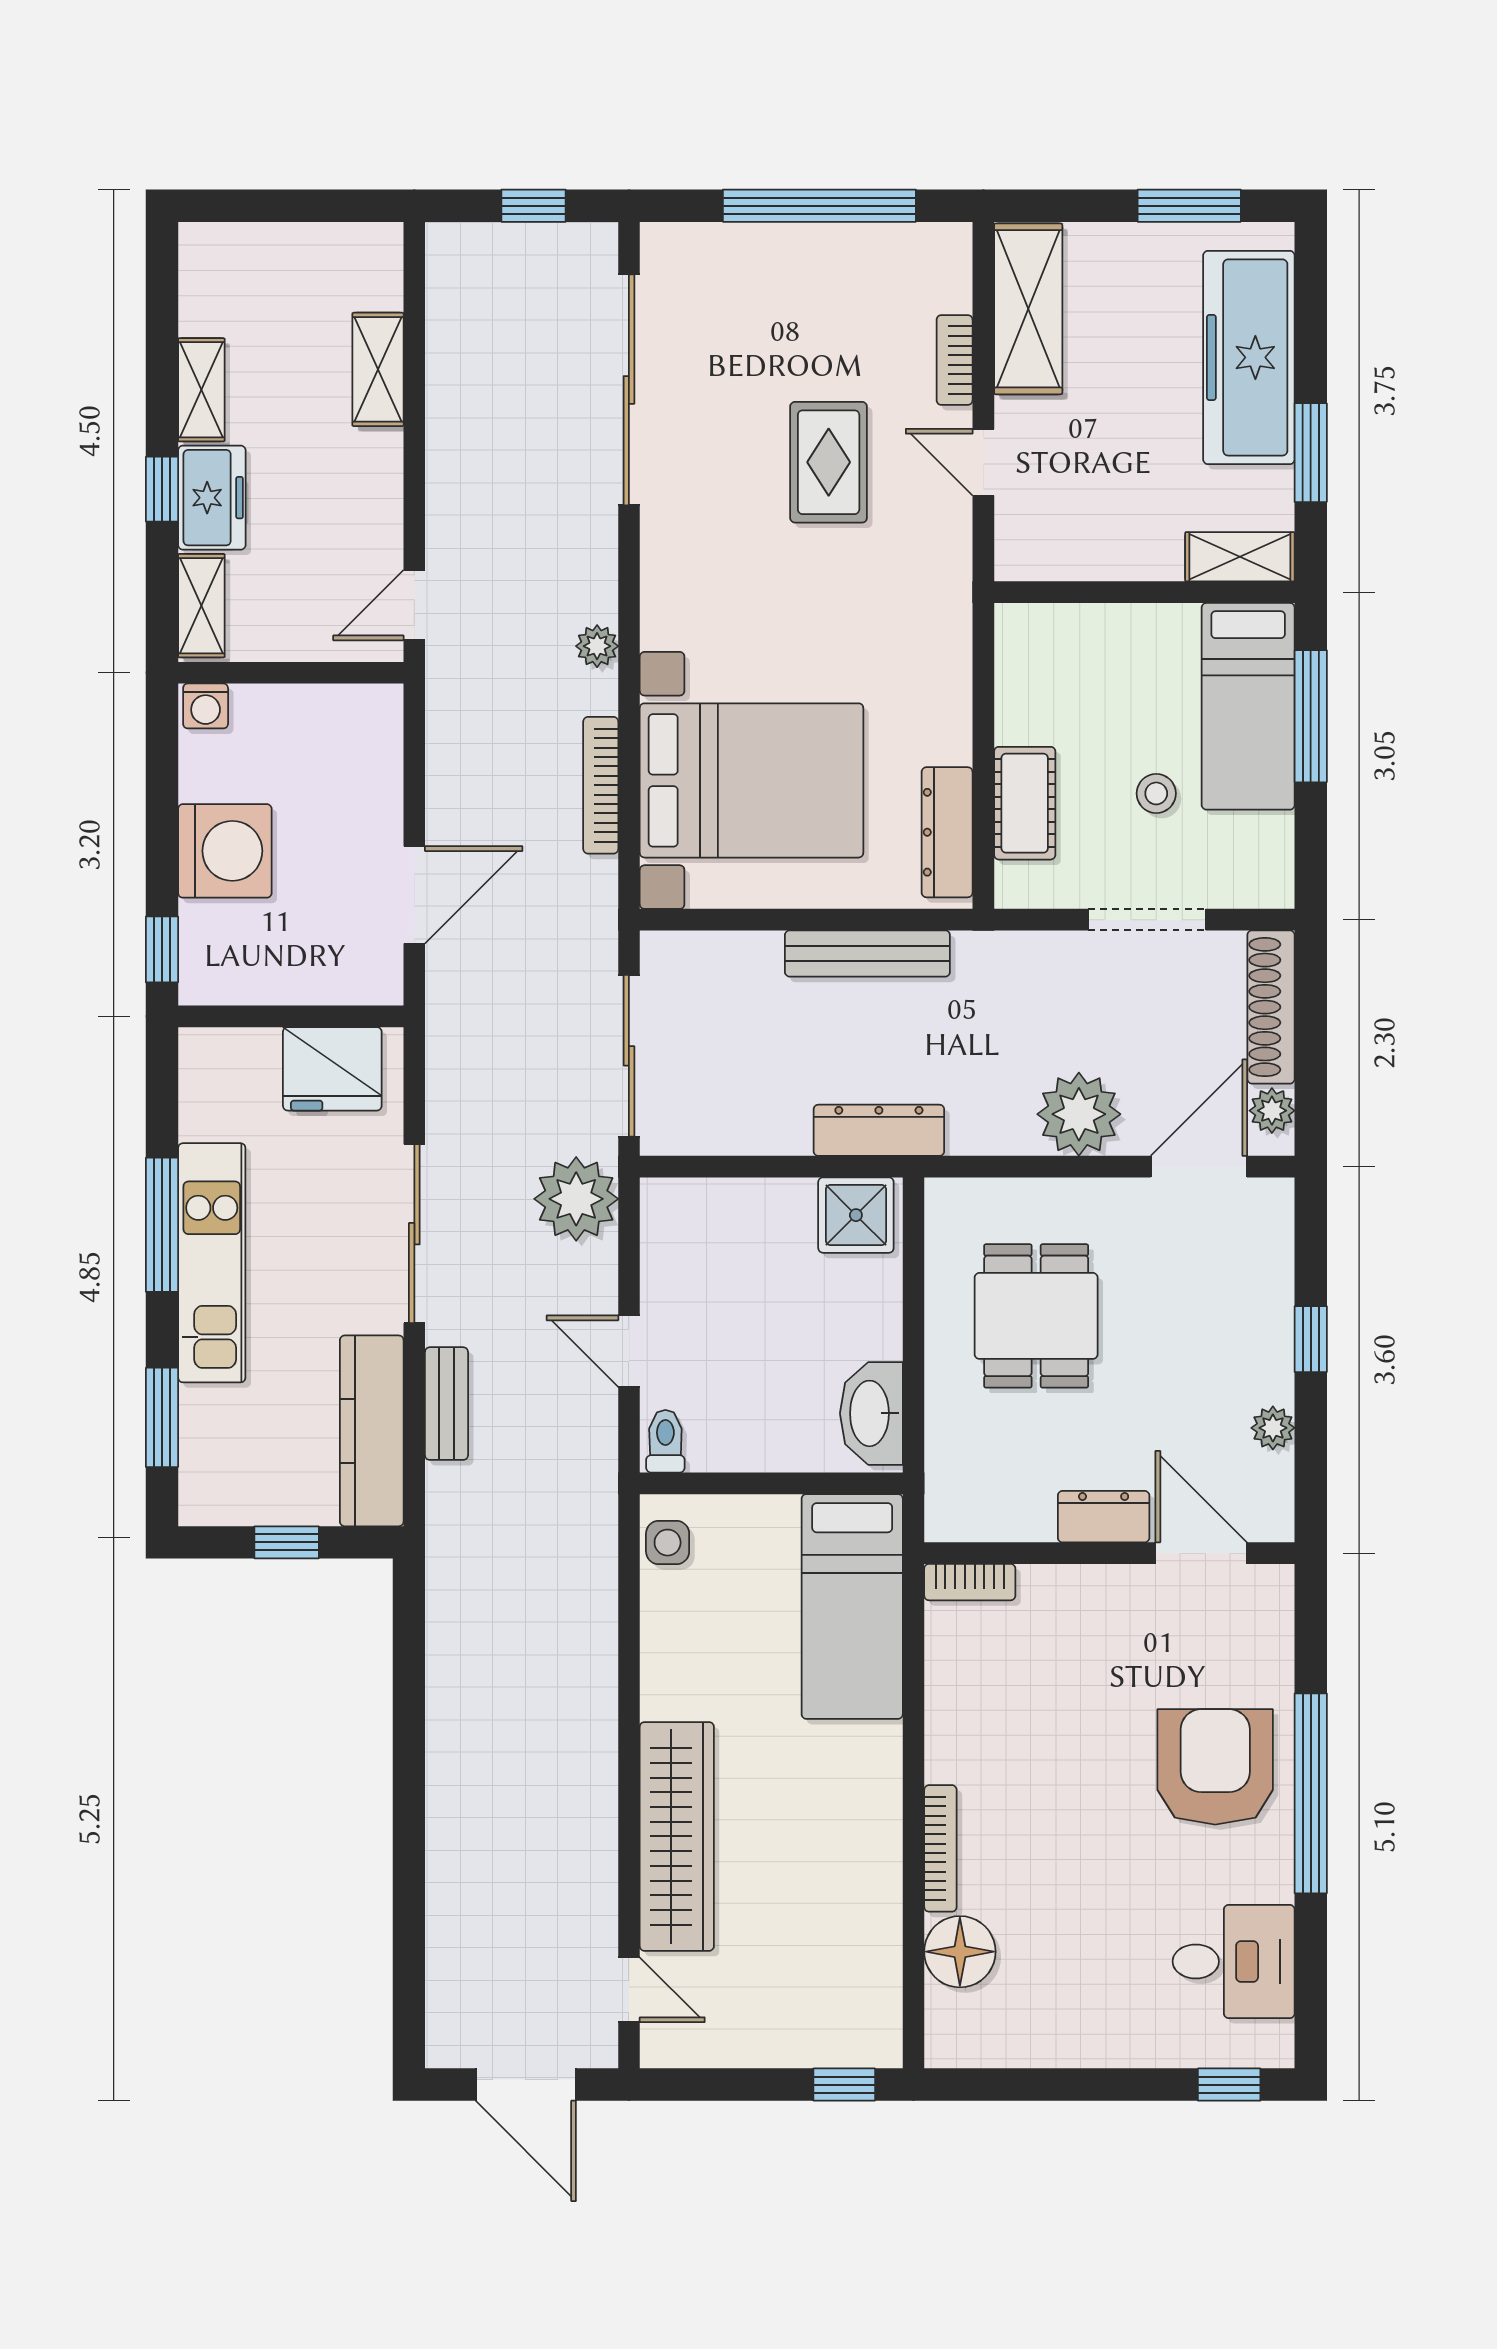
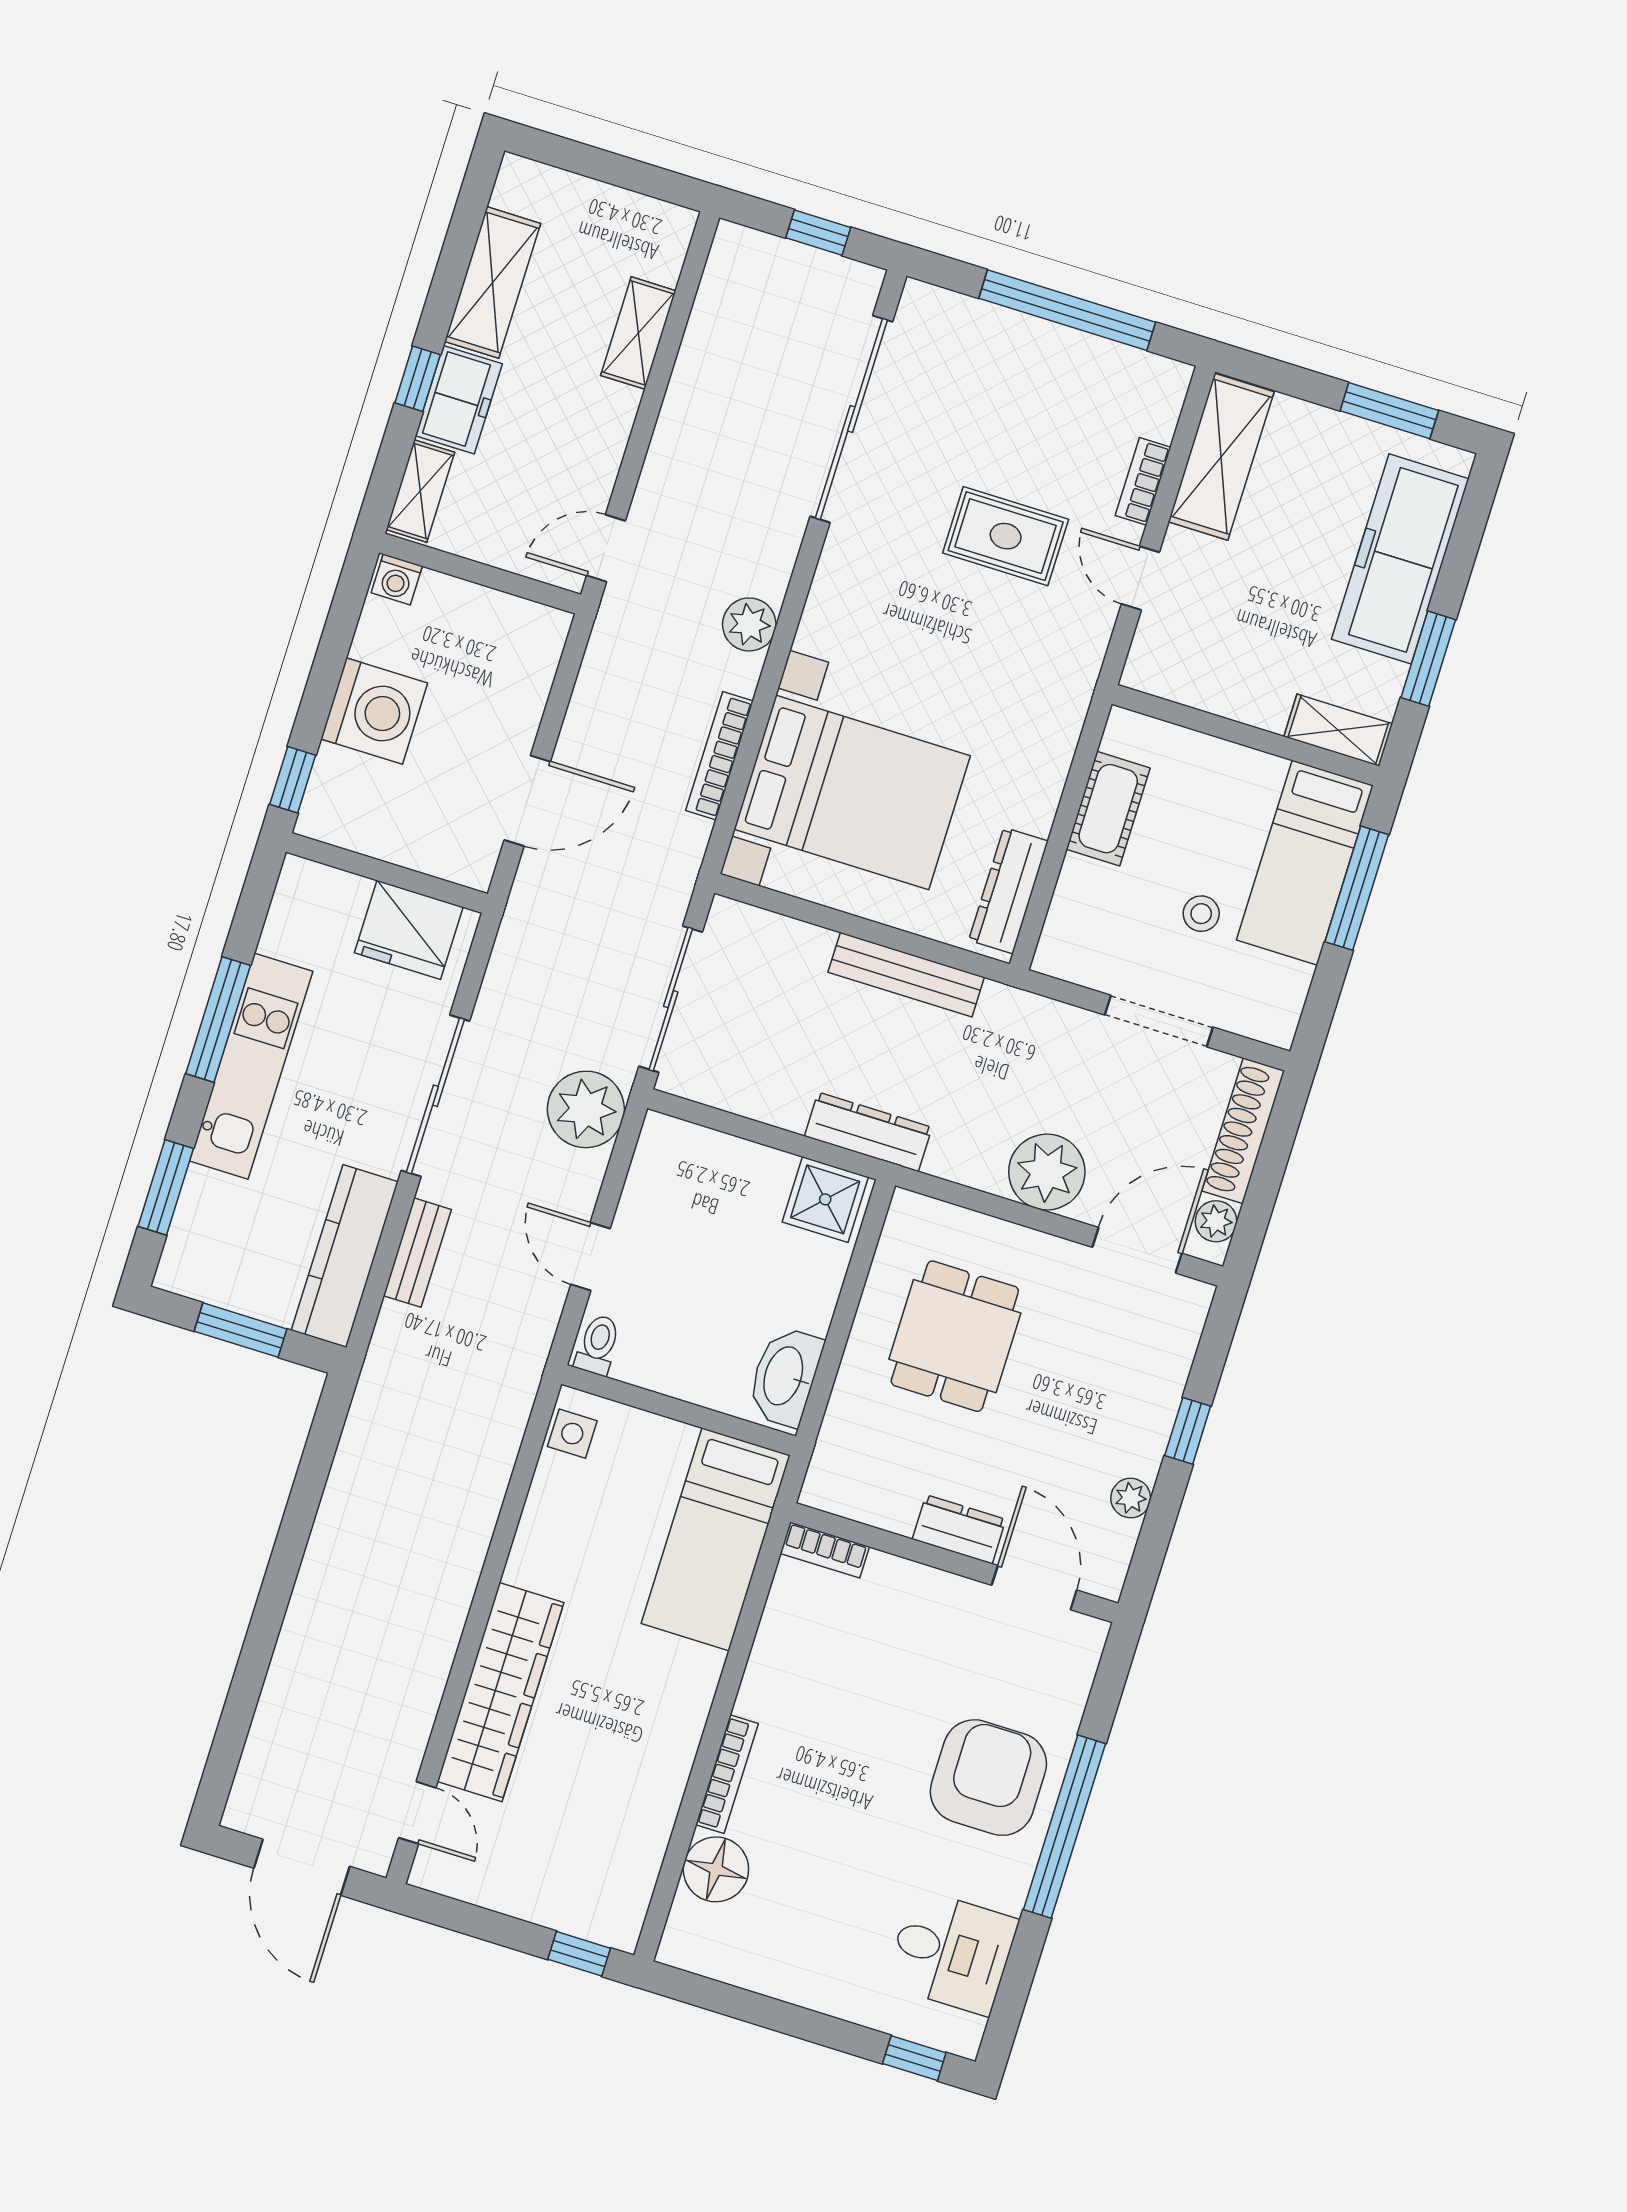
shelving: (201, 390) -> (493, 282), width x1.50, depth x1.33
rug: (829, 462) -> (1006, 536), turned 90
plant: (597, 646) -> (749, 624), width x1.38, depth x1.38
cot: (1025, 803) -> (1108, 809), moved
window: (287, 1542) -> (240, 1330), width x1.50

